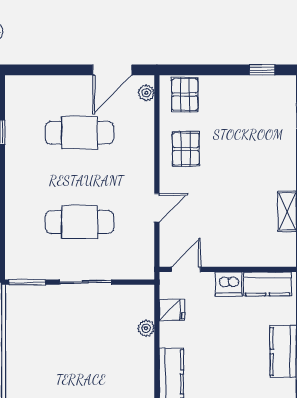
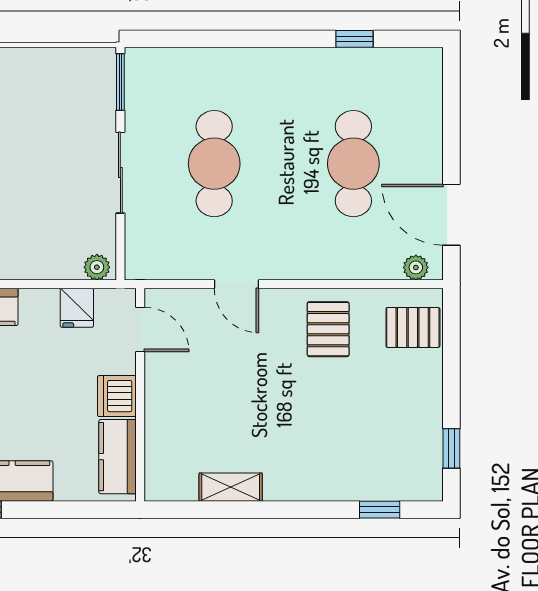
pallet: (186, 149) -> (328, 329), turned 90
plant: (146, 328) -> (97, 267), moved

